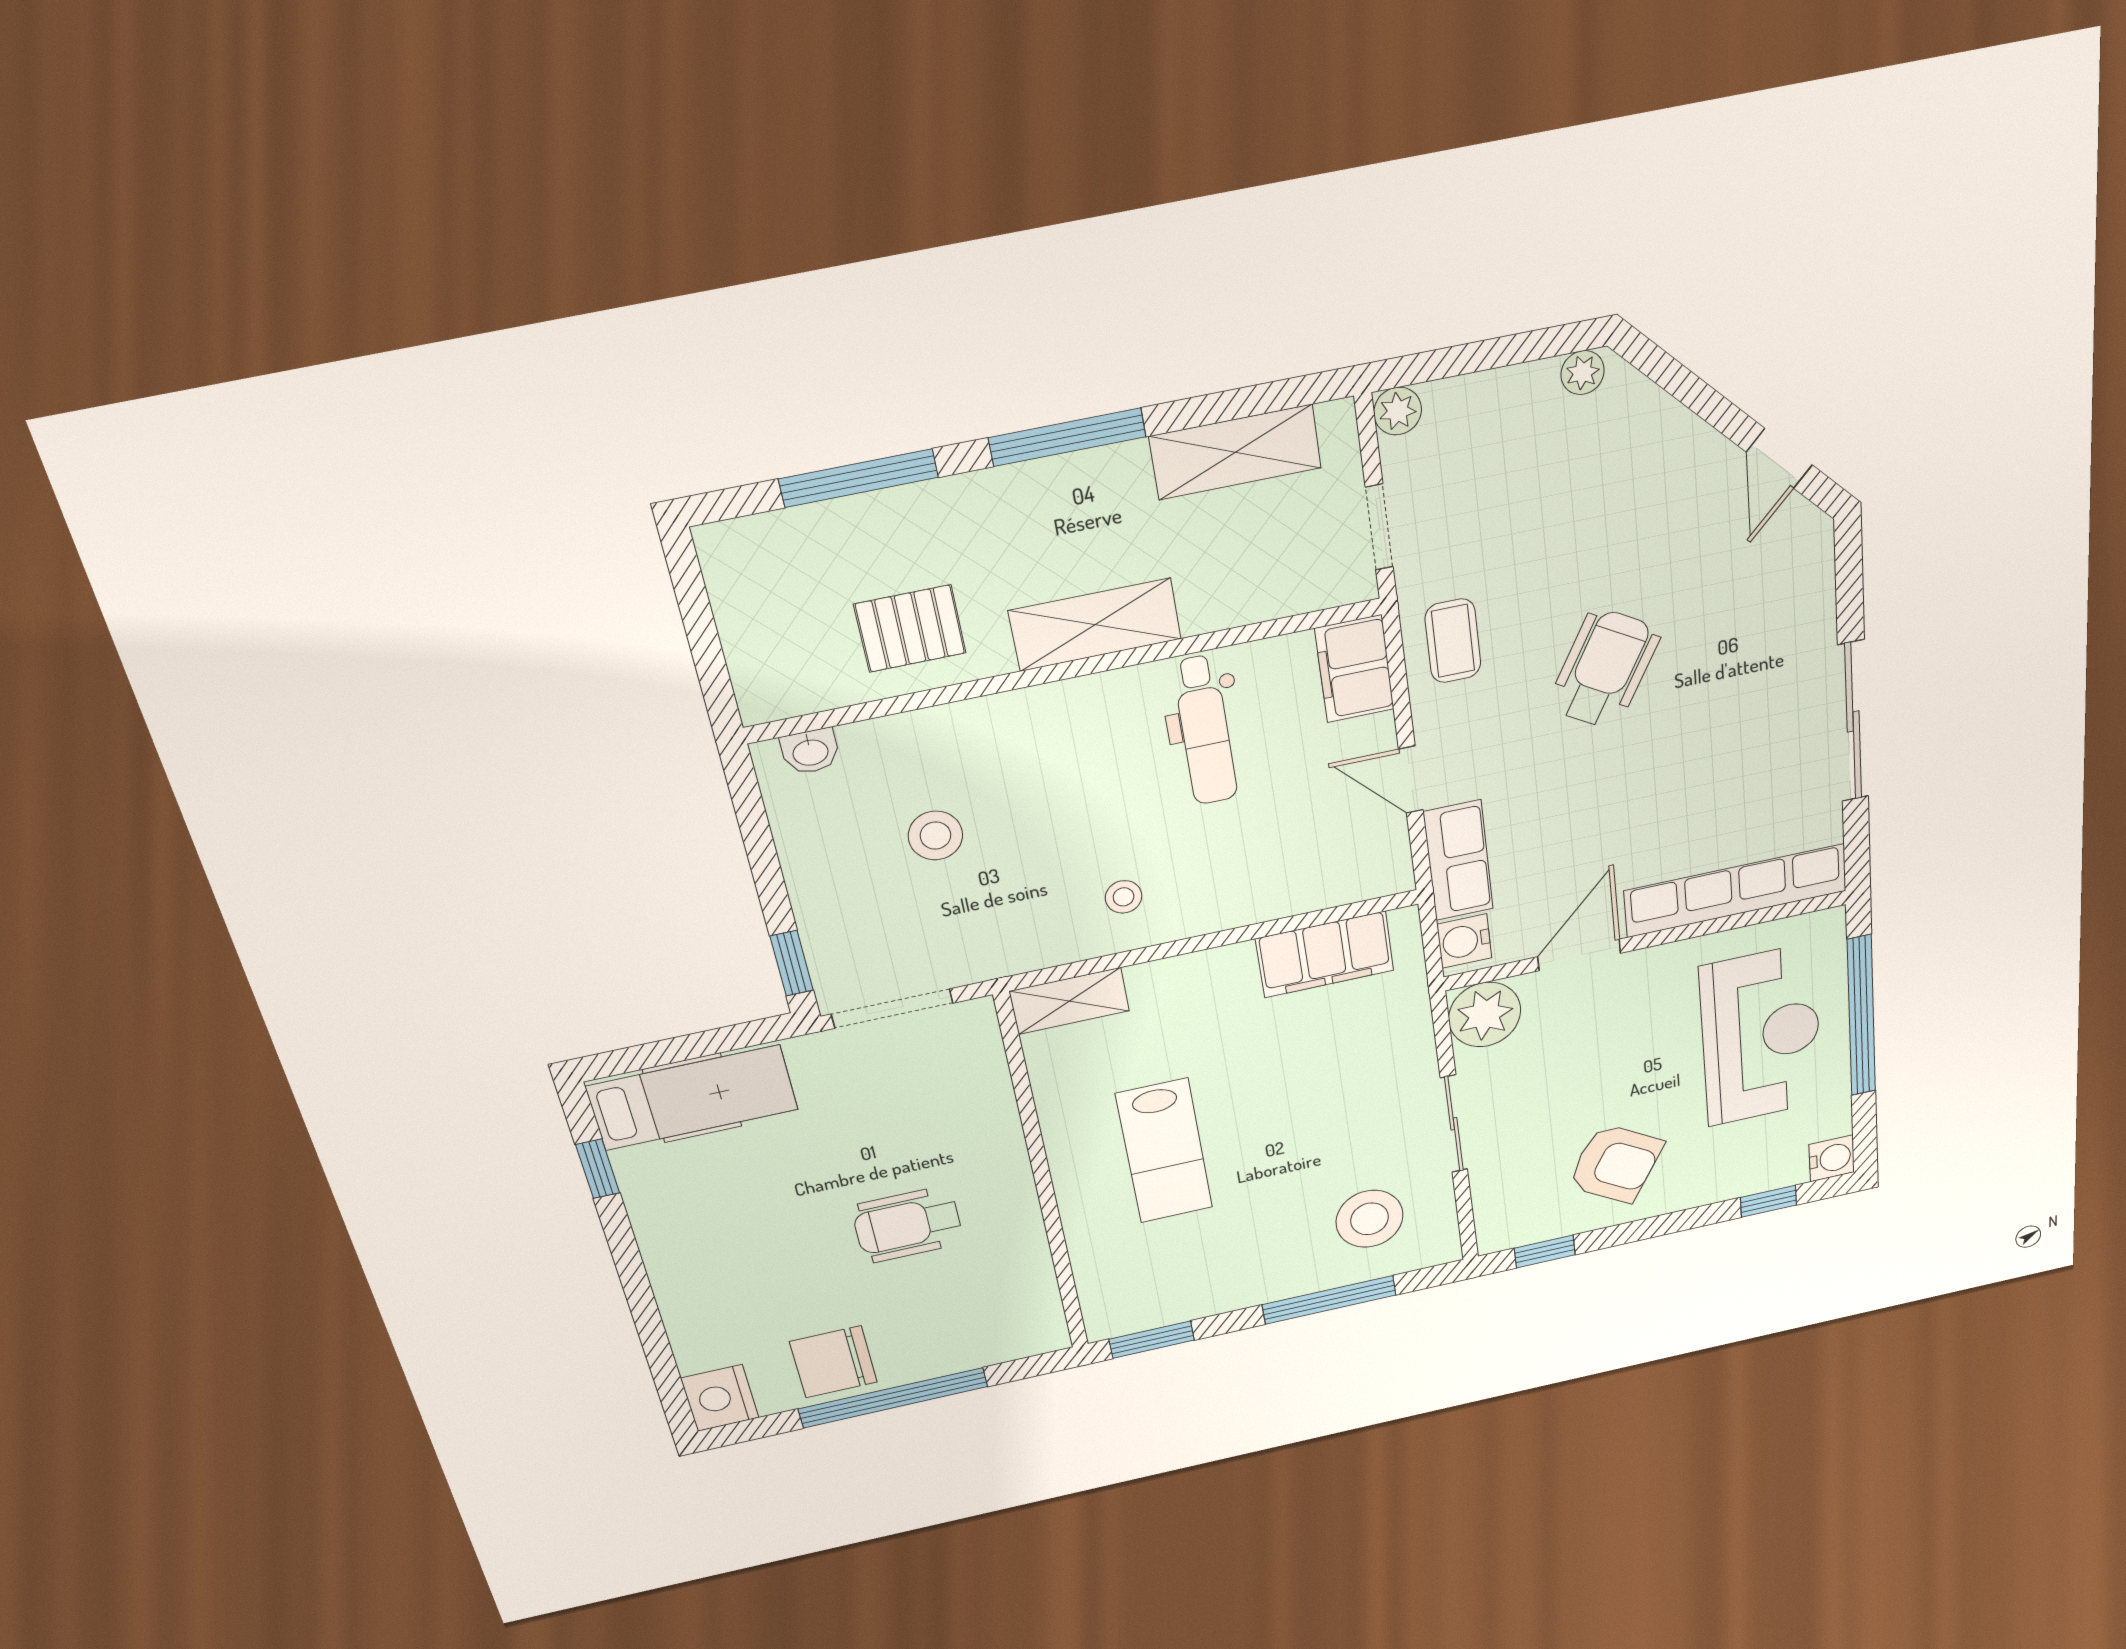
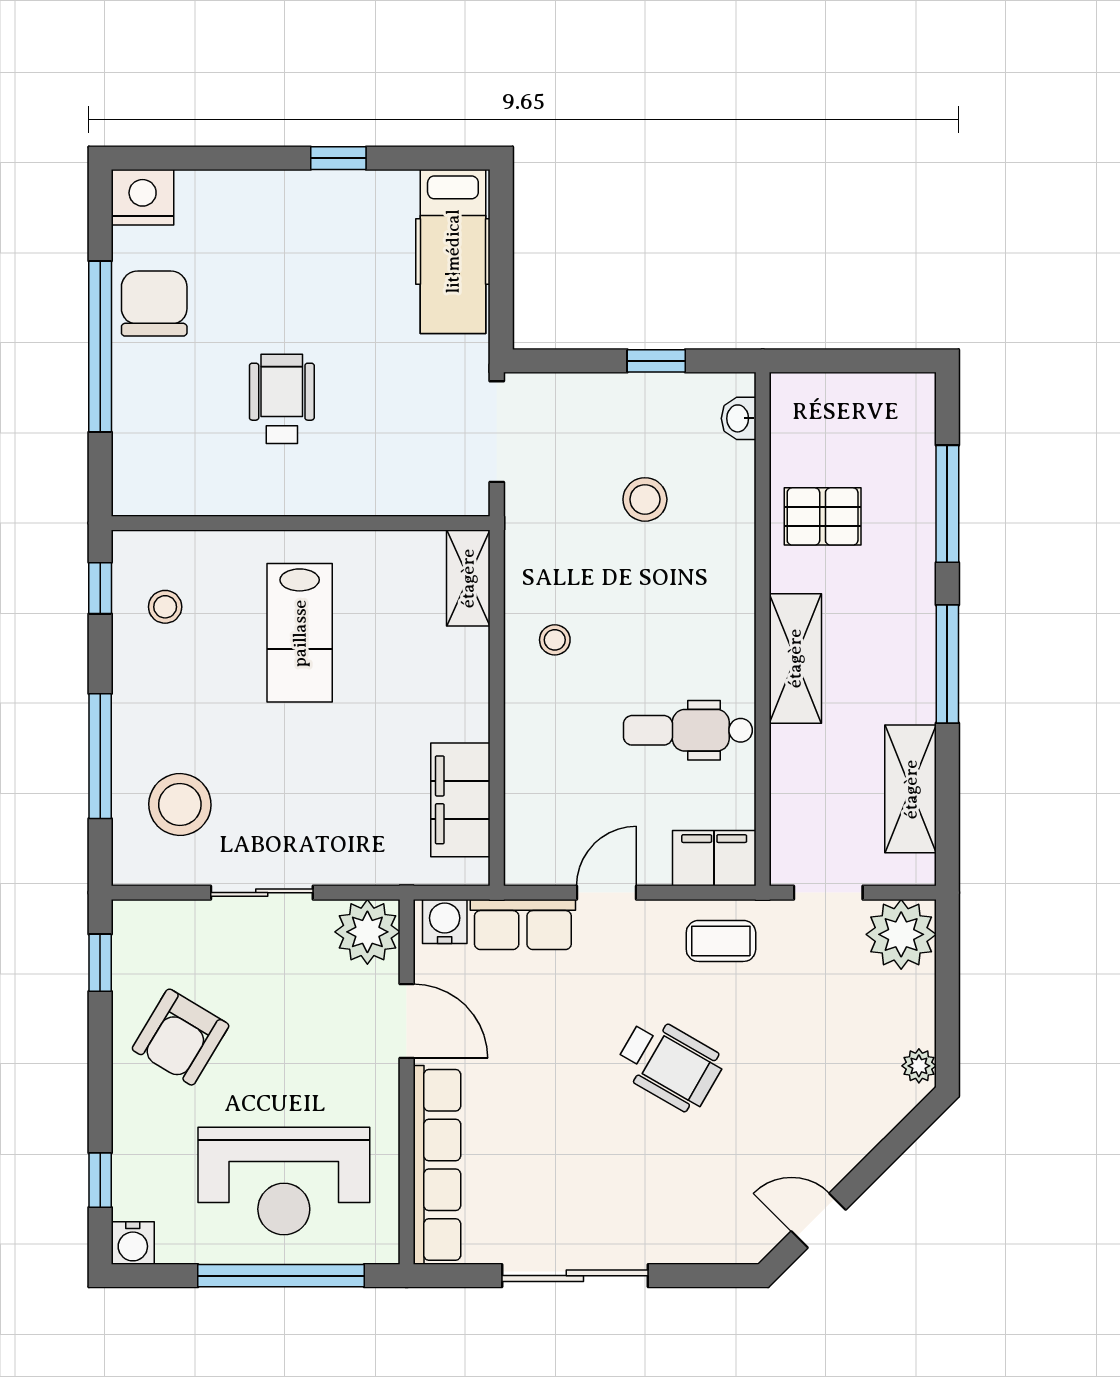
plant: (1398, 411) -> (901, 934), width x1.88, depth x1.88
pallet: (910, 629) -> (823, 516), turned 90
window: (792, 963) -> (656, 361), moved
lab bench: (1164, 1151) -> (300, 633), turned -90
window: (598, 1169) -> (338, 158), moved
stool: (1160, 1279) -> (165, 607), added
window: (1152, 1340) -> (100, 588), width x0.67

